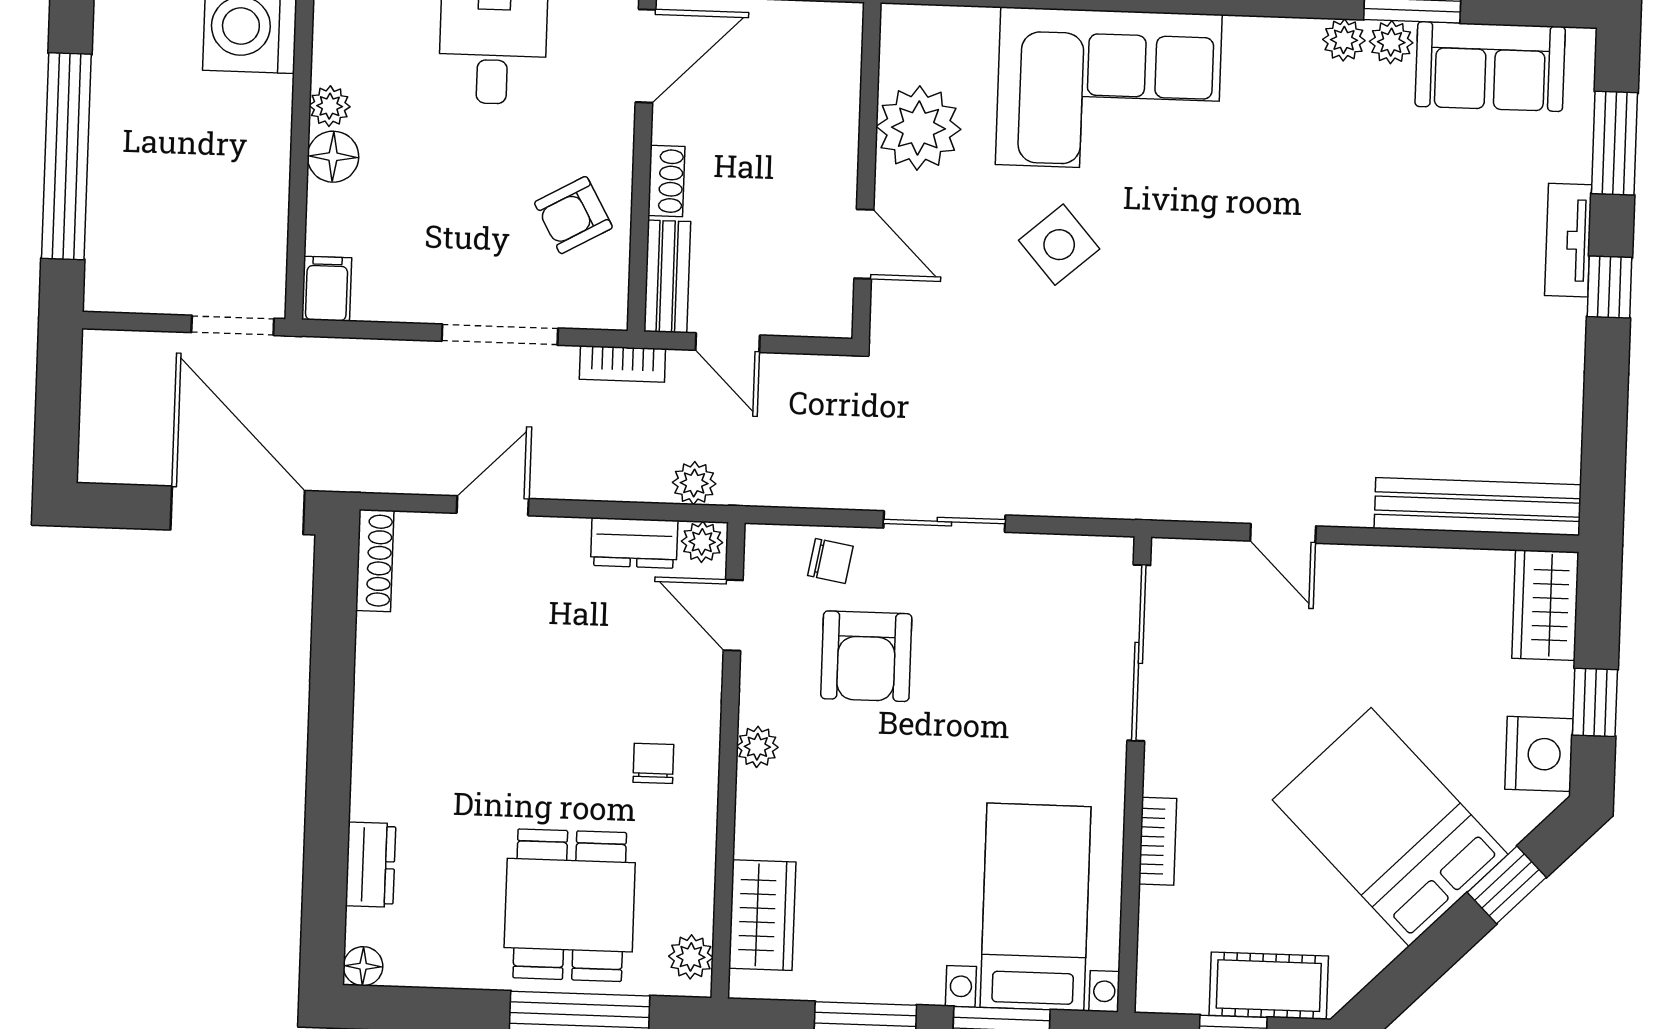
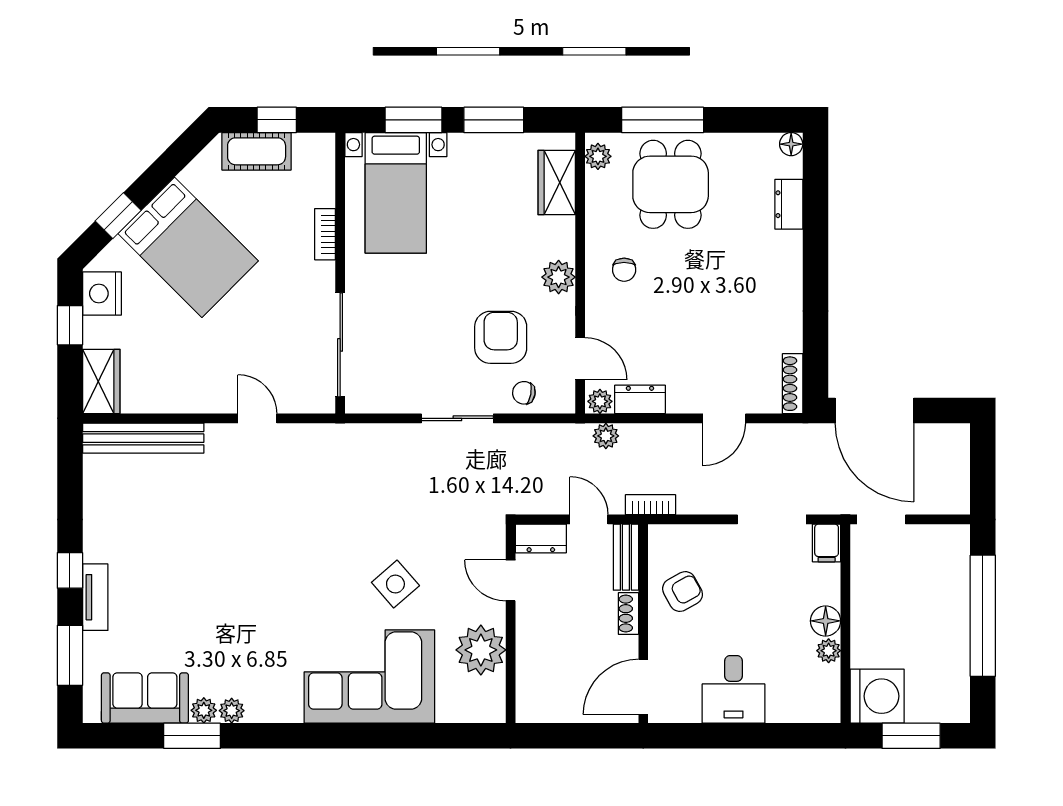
dresser: (810, 313) -> (541, 539), added
doorway: (500, 335) -> (772, 519), moved
plant: (757, 747) -> (559, 277), width x1.38, depth x1.38

